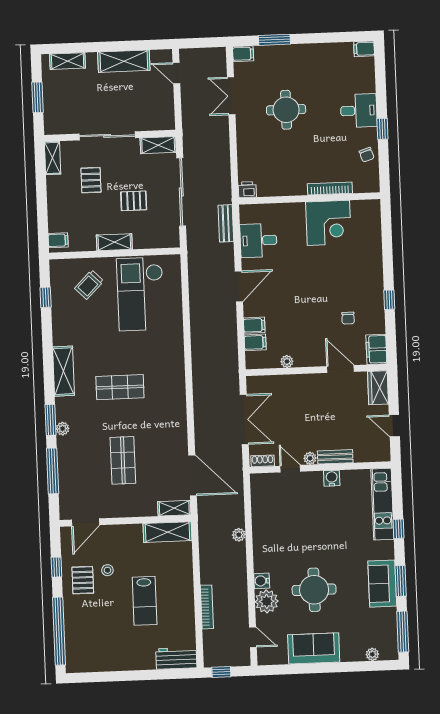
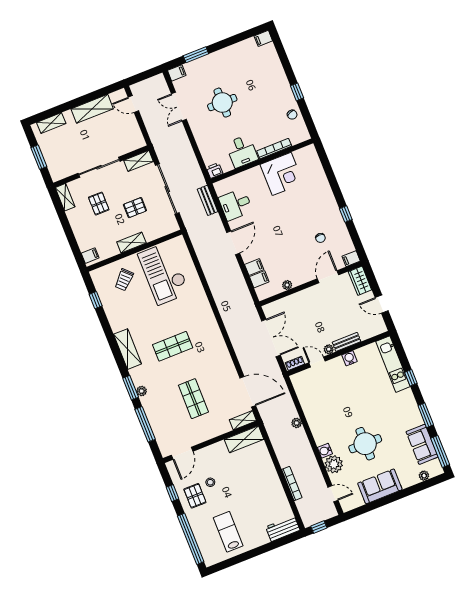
desk: (359, 111) -> (242, 151), moved, turned 90
filing cabinet: (376, 349) -> (351, 259), width x0.50
door: (341, 369) -> (328, 277), hinge flipped
sofa: (382, 584) -> (422, 444), moved
lab bench: (145, 601) -> (228, 532), moved, turned 180

